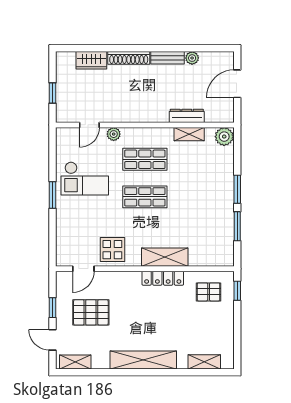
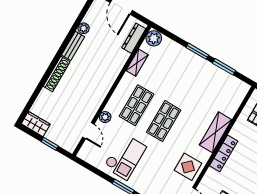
wardrobe: (91, 60) -> (36, 124), moved, turned -90
dresser: (187, 116) -> (134, 38), moved
locker: (163, 278) -> (224, 153), moved

